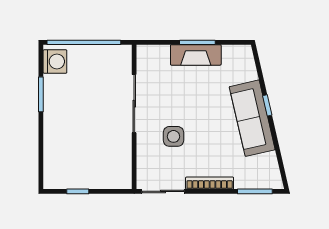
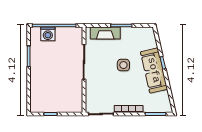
fireplace: (196, 55) -> (105, 33), moved
washing machine: (55, 62) -> (48, 34), moved, turned 90
side table: (173, 136) -> (123, 65), moved

